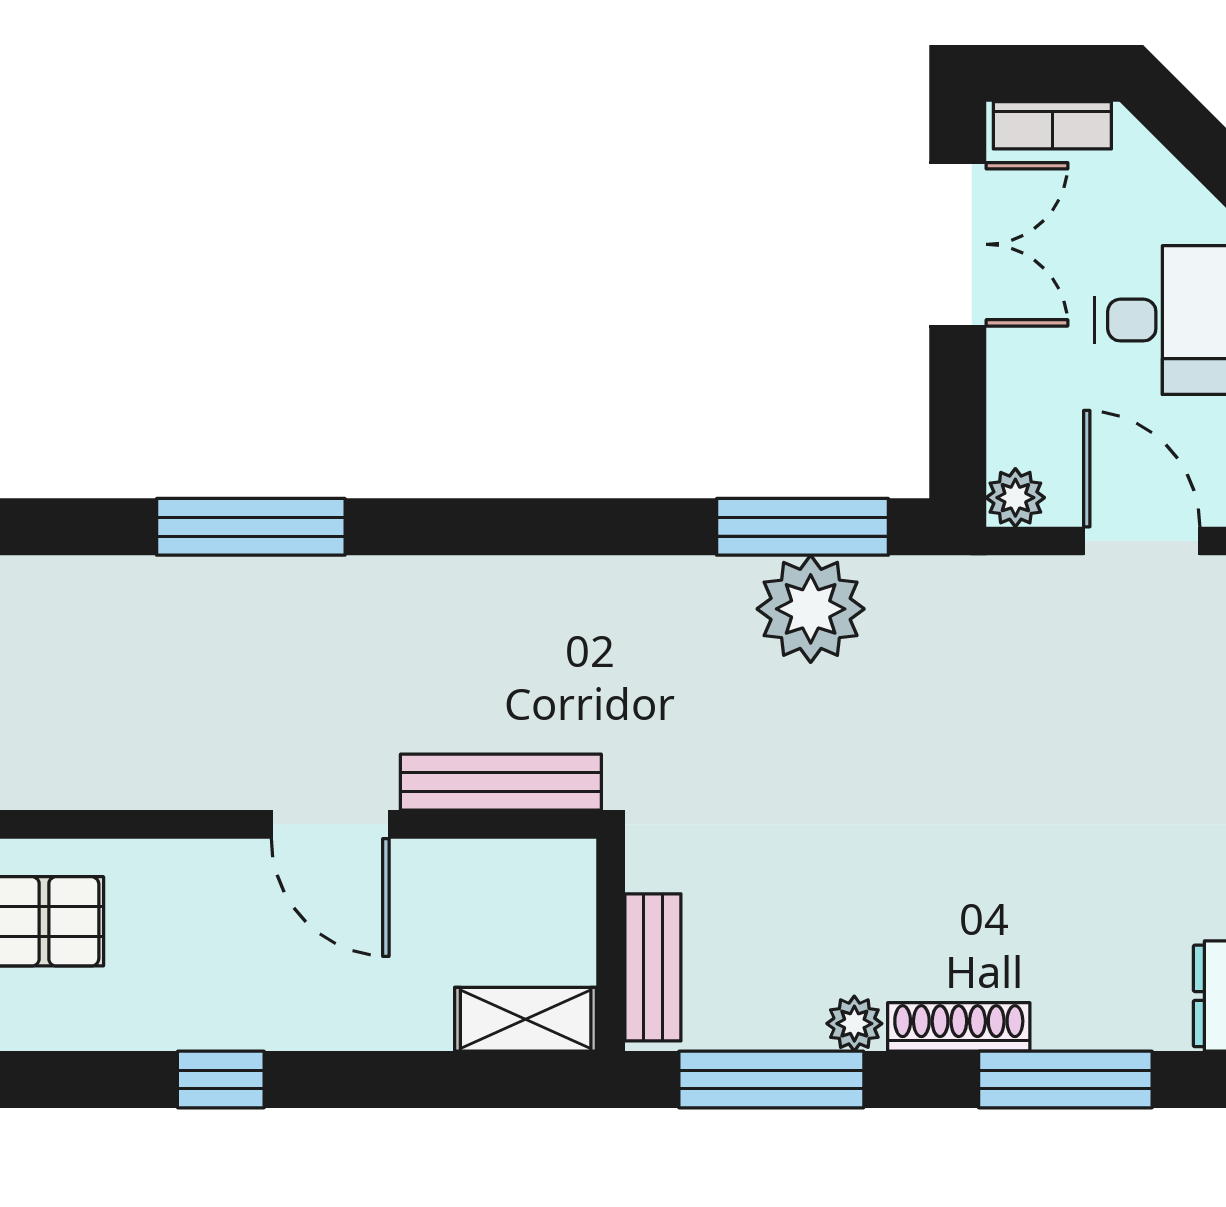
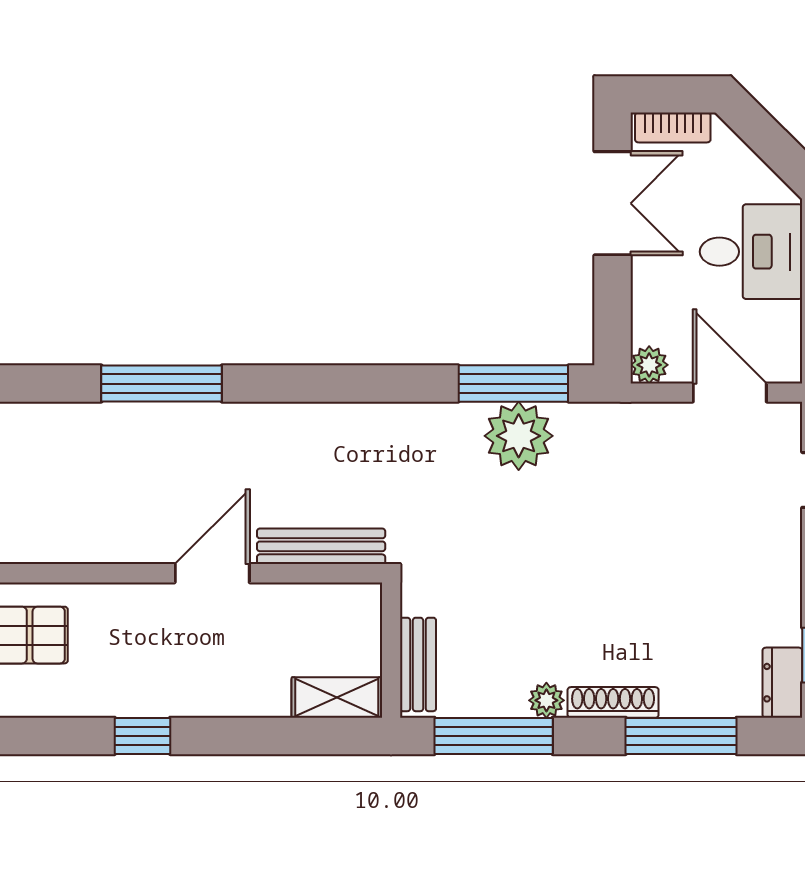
door: (330, 824) -> (212, 573), swing flipped

